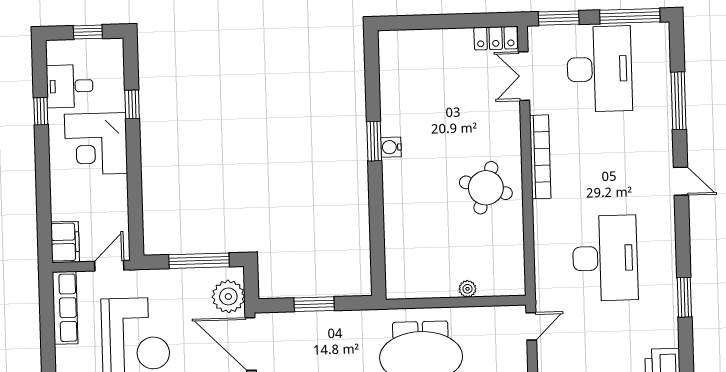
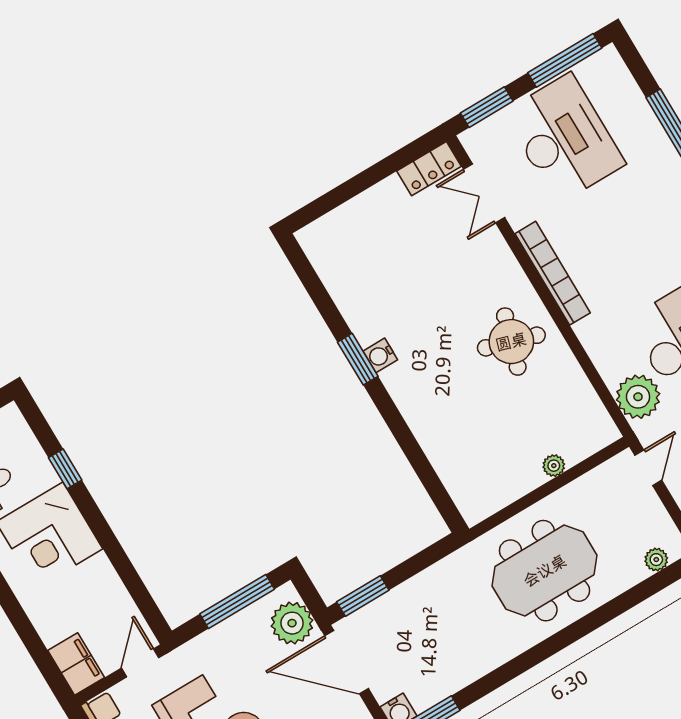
plant: (551, 274) -> (638, 397), added
window: (314, 304) -> (363, 596), moved

